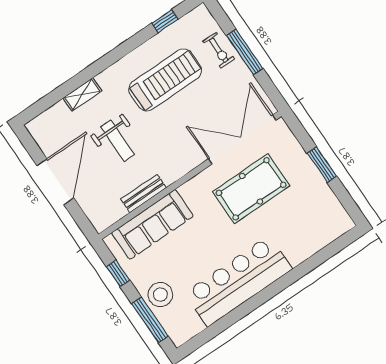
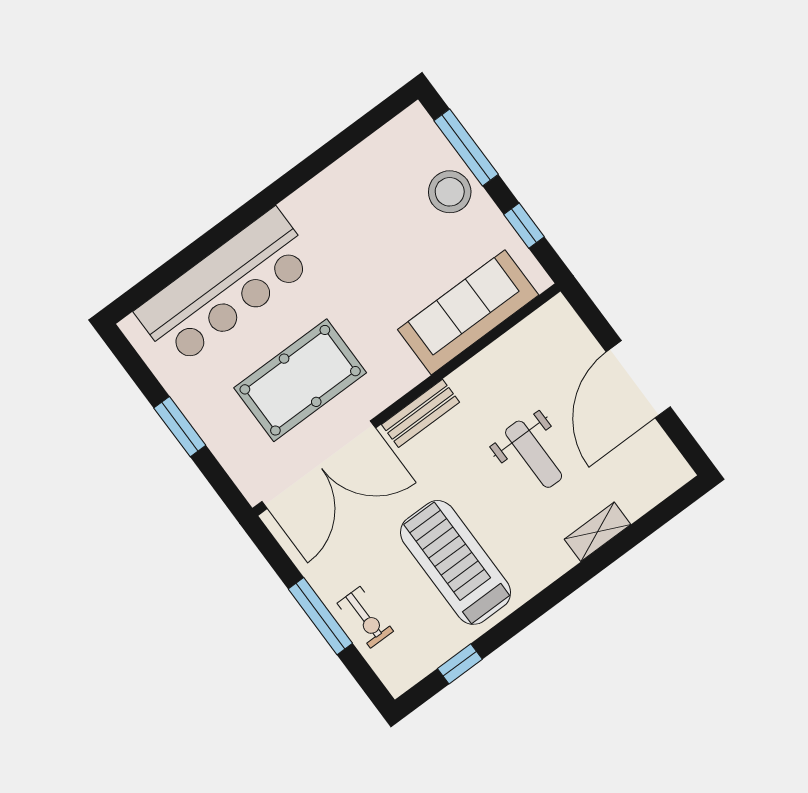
exercise bike: (219, 50) -> (365, 617), turned 180
treadmill: (165, 80) -> (456, 562), turned 90
weight bench: (118, 141) -> (534, 454), turned 180
bench: (144, 193) -> (420, 413), moved
bar counter: (238, 281) -> (226, 287), moved

